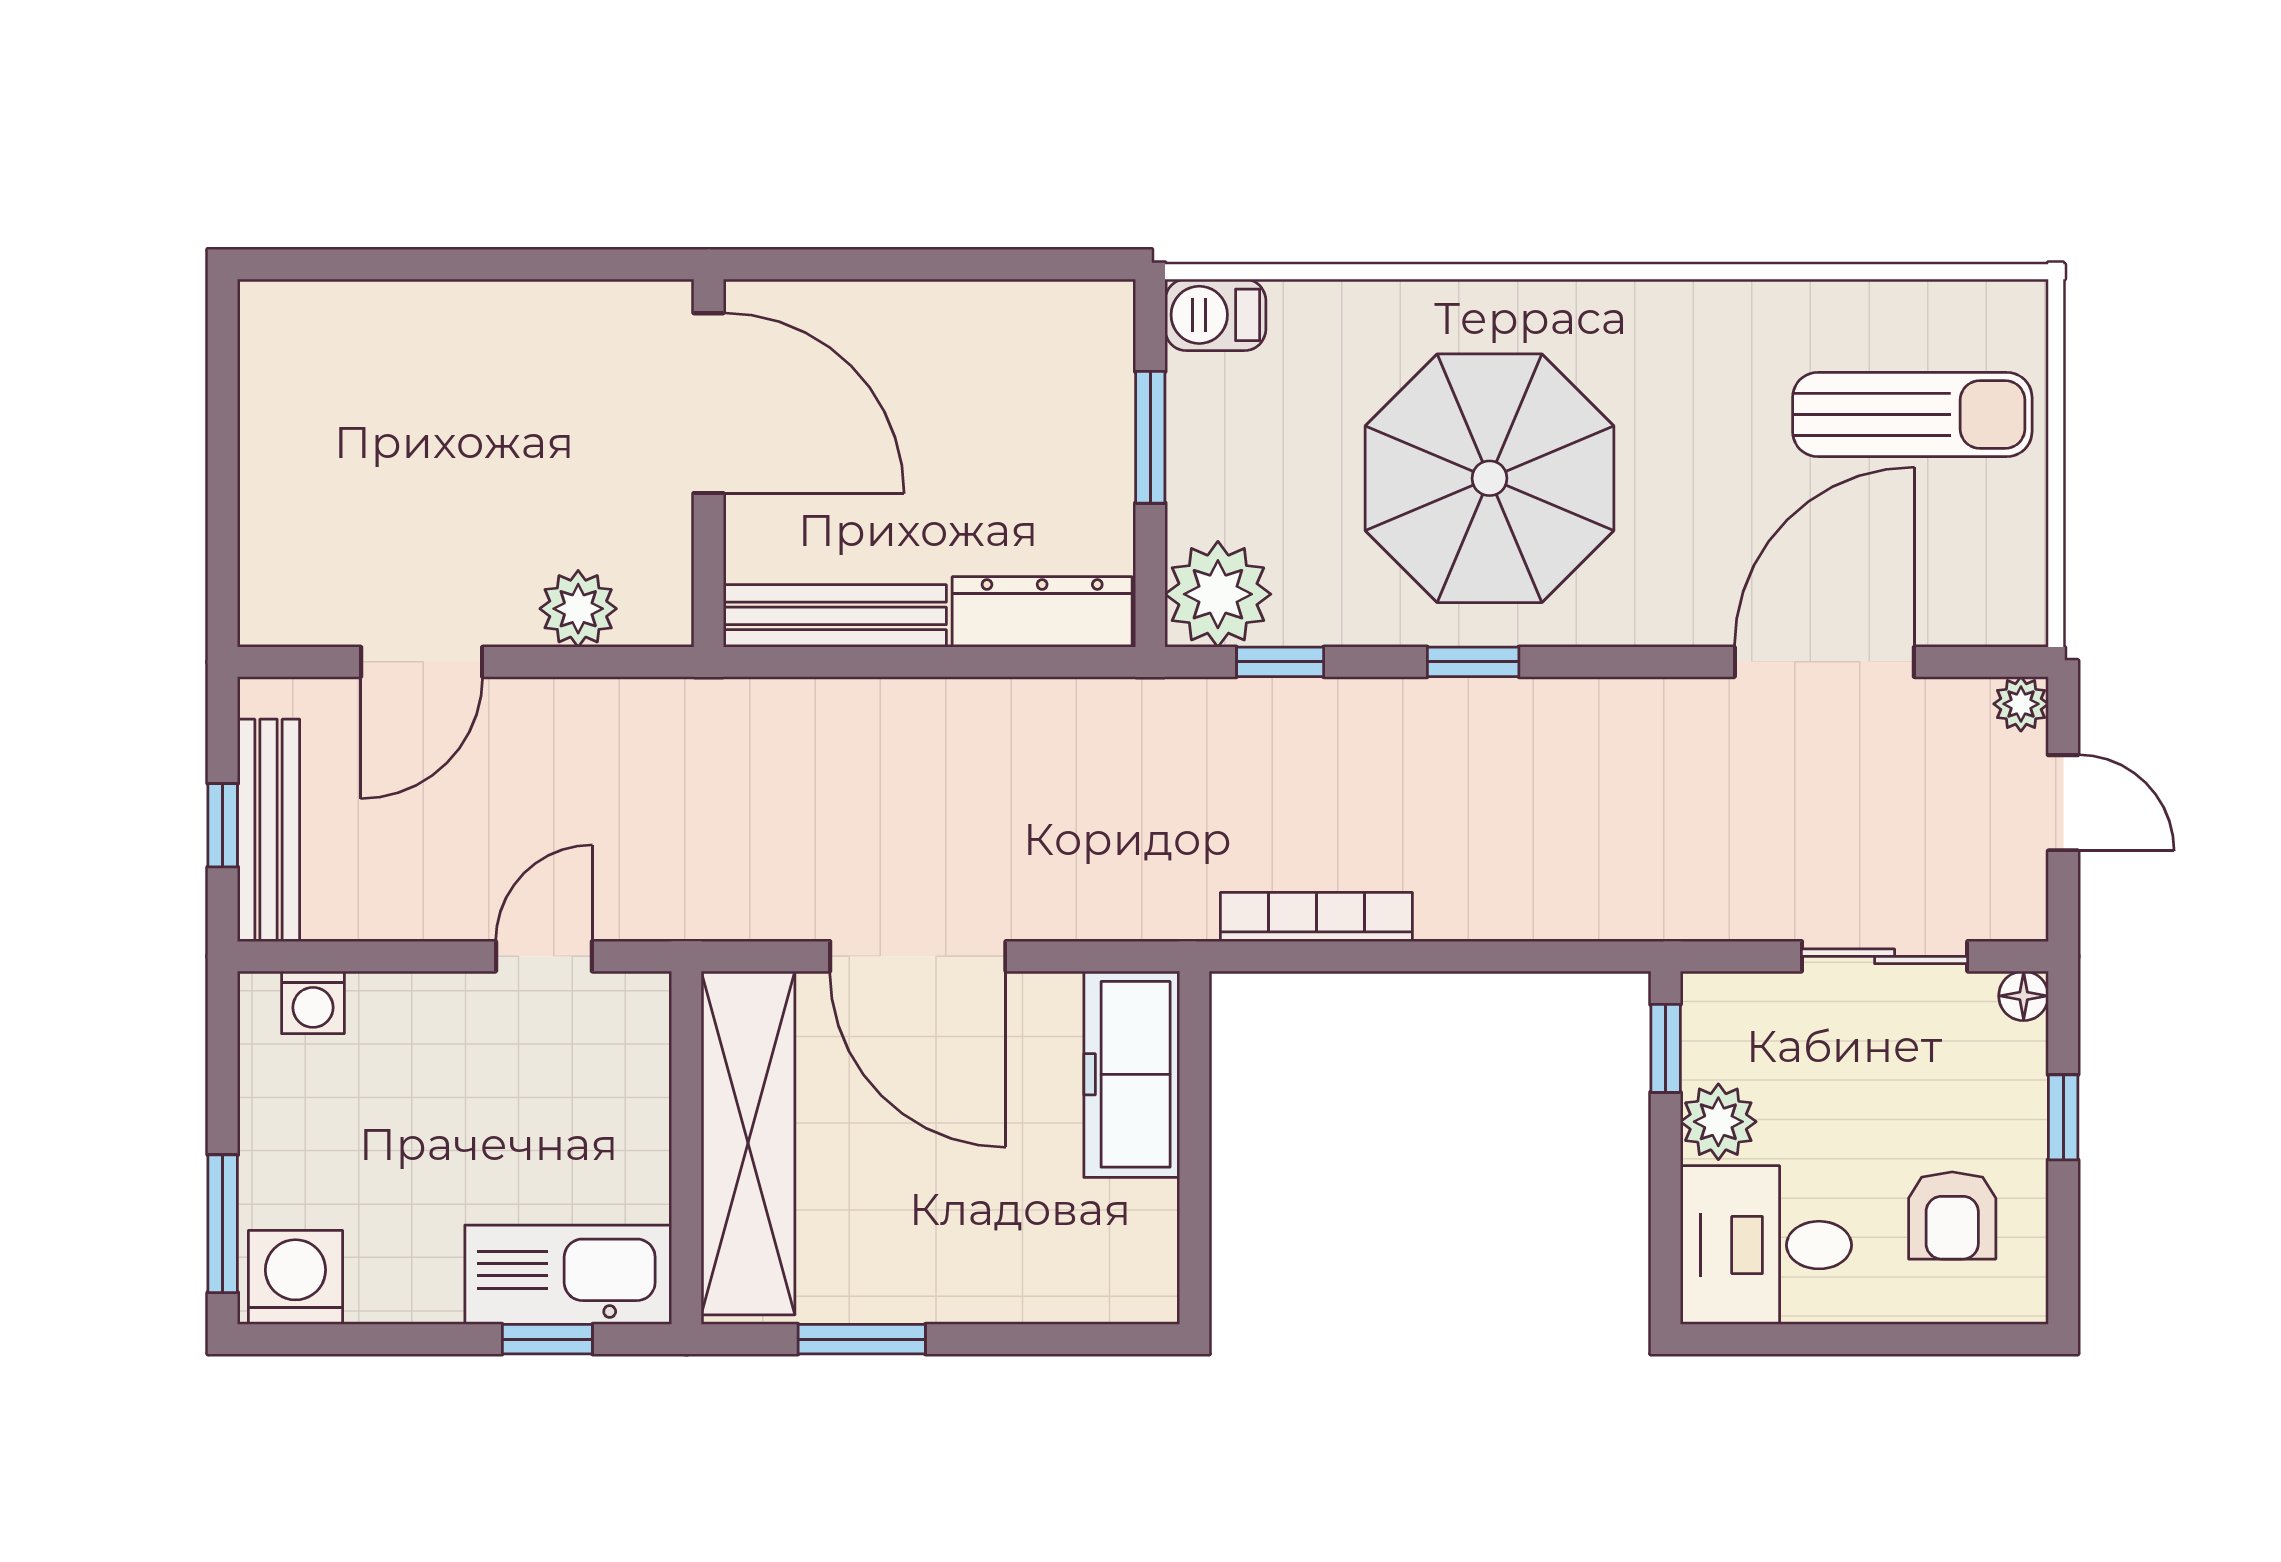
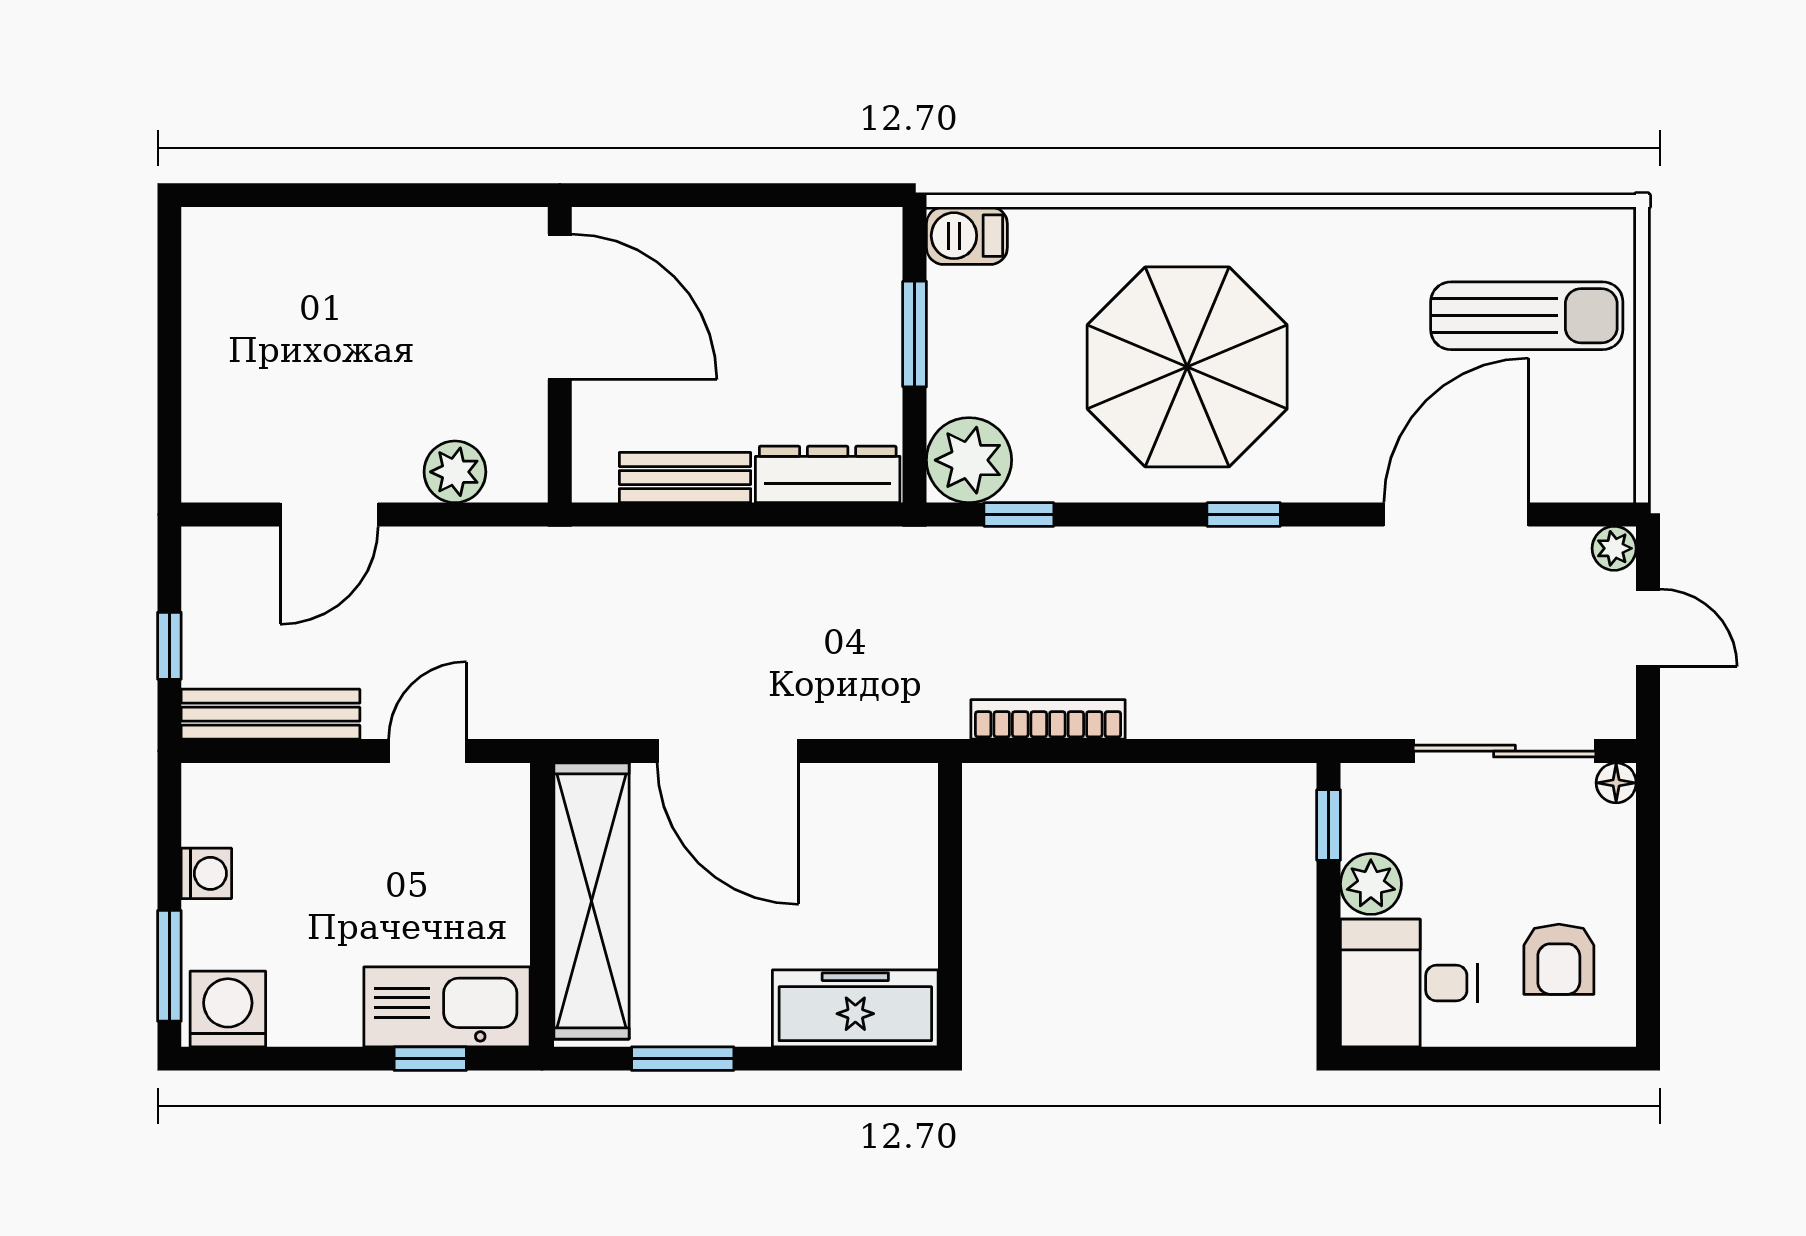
bench: (835, 616) -> (685, 478), width x0.73
window: (1473, 662) -> (1244, 514), moved
bench: (269, 830) -> (271, 714), moved, turned 90
sliding door: (1885, 956) -> (1505, 751), width x1.37
washing machine: (313, 1002) -> (206, 873), moved, turned -90
freezer: (1132, 1074) -> (855, 1008), moved, turned 90
window: (2063, 1117) -> (1648, 880), removed

